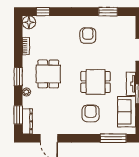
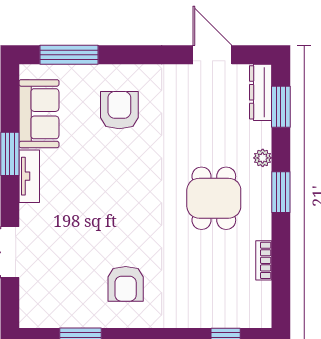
floor lamp: (29, 22) -> (257, 313), removed
dining table: (96, 82) -> (108, 180), removed
armchair: (91, 113) -> (119, 110), turned 180

